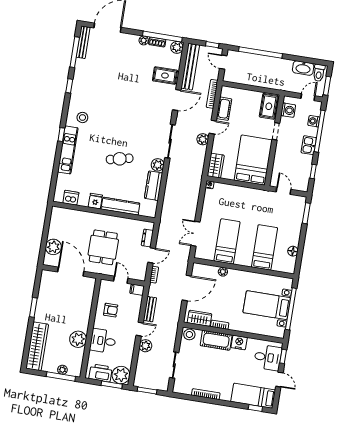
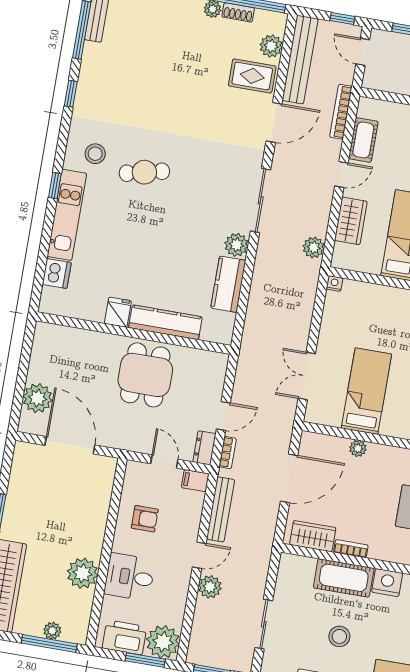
plant: (177, 47) -> (271, 46), moved
plant: (203, 139) -> (314, 247), moved
cafe table: (120, 159) -> (144, 172), moved
wardrobe: (216, 166) -> (351, 221), moved
dishwasher: (71, 198) -> (57, 273), moved, turned 90
dresser: (147, 238) -> (204, 448), moved
dining table: (103, 247) -> (145, 375), moved
bench: (150, 309) -> (220, 509), width x1.36
stool: (189, 334) -> (339, 636), moved

